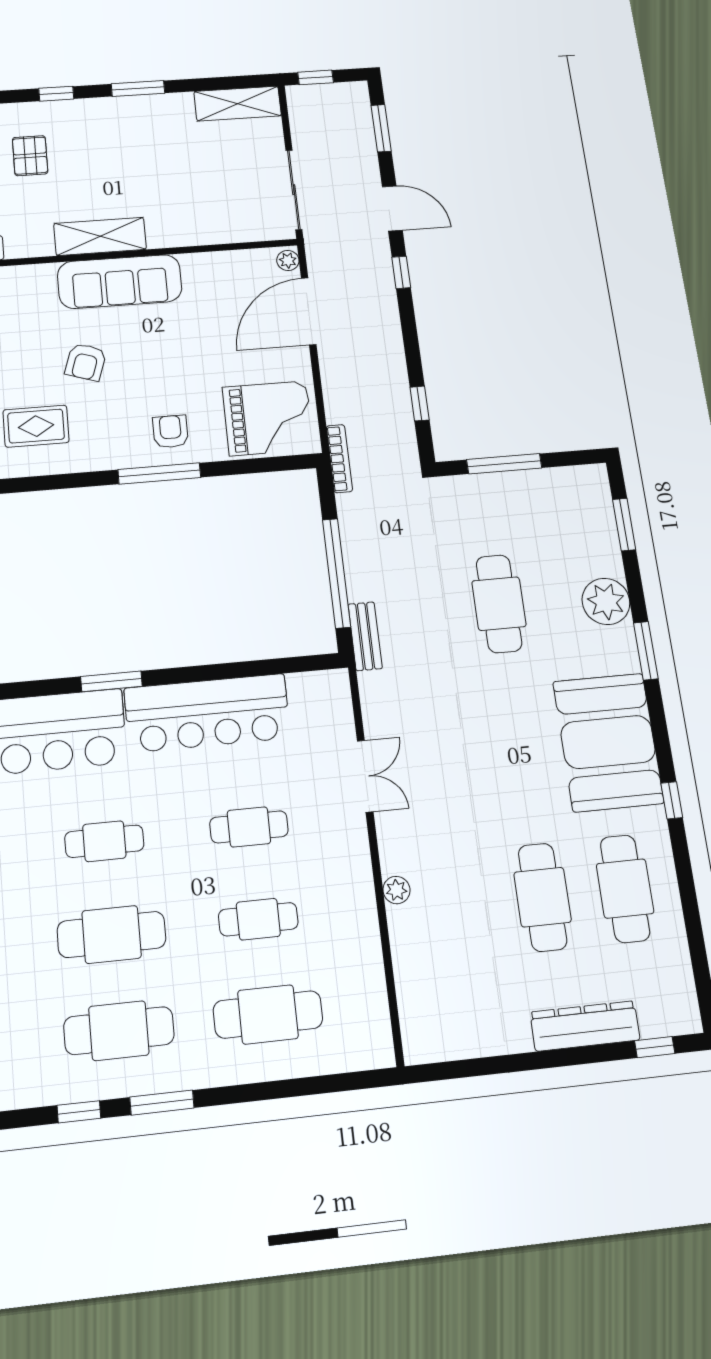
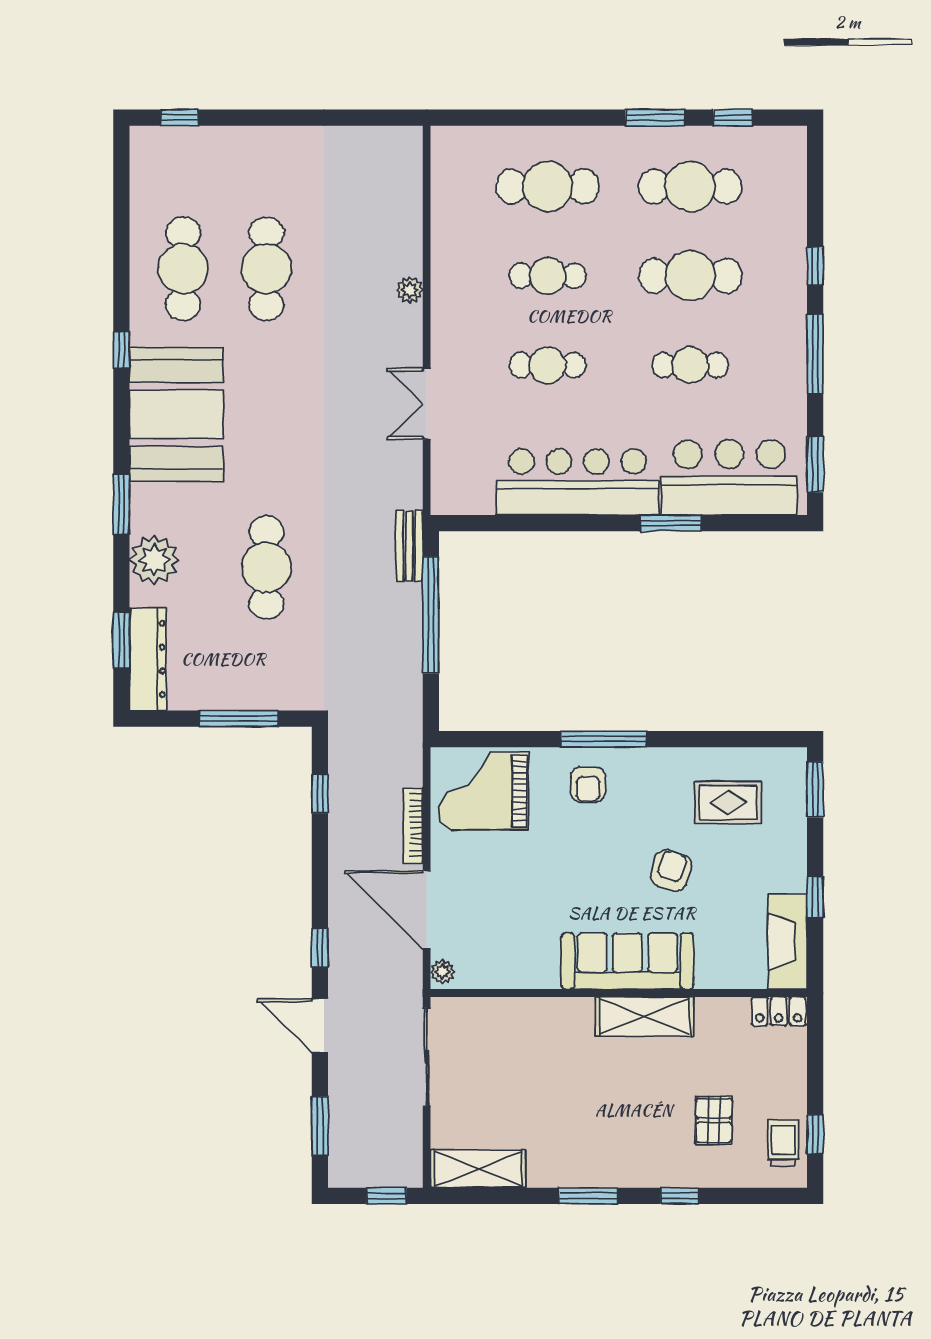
door: (309, 311) -> (427, 910), swing flipped
bookcase: (339, 459) -> (413, 825), moved
dresser: (585, 1026) -> (148, 659), moved, turned -90

